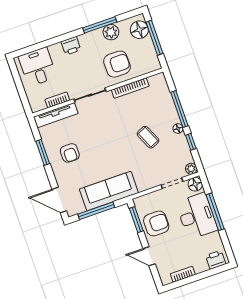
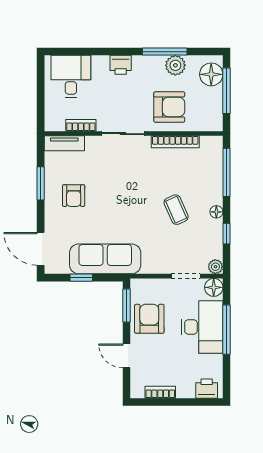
window: (179, 109) -> (226, 172), moved
tv unit: (56, 115) -> (64, 143), width x0.71
window: (96, 211) -> (81, 278), width x0.46
armchair: (156, 223) -> (149, 319), turned -90

